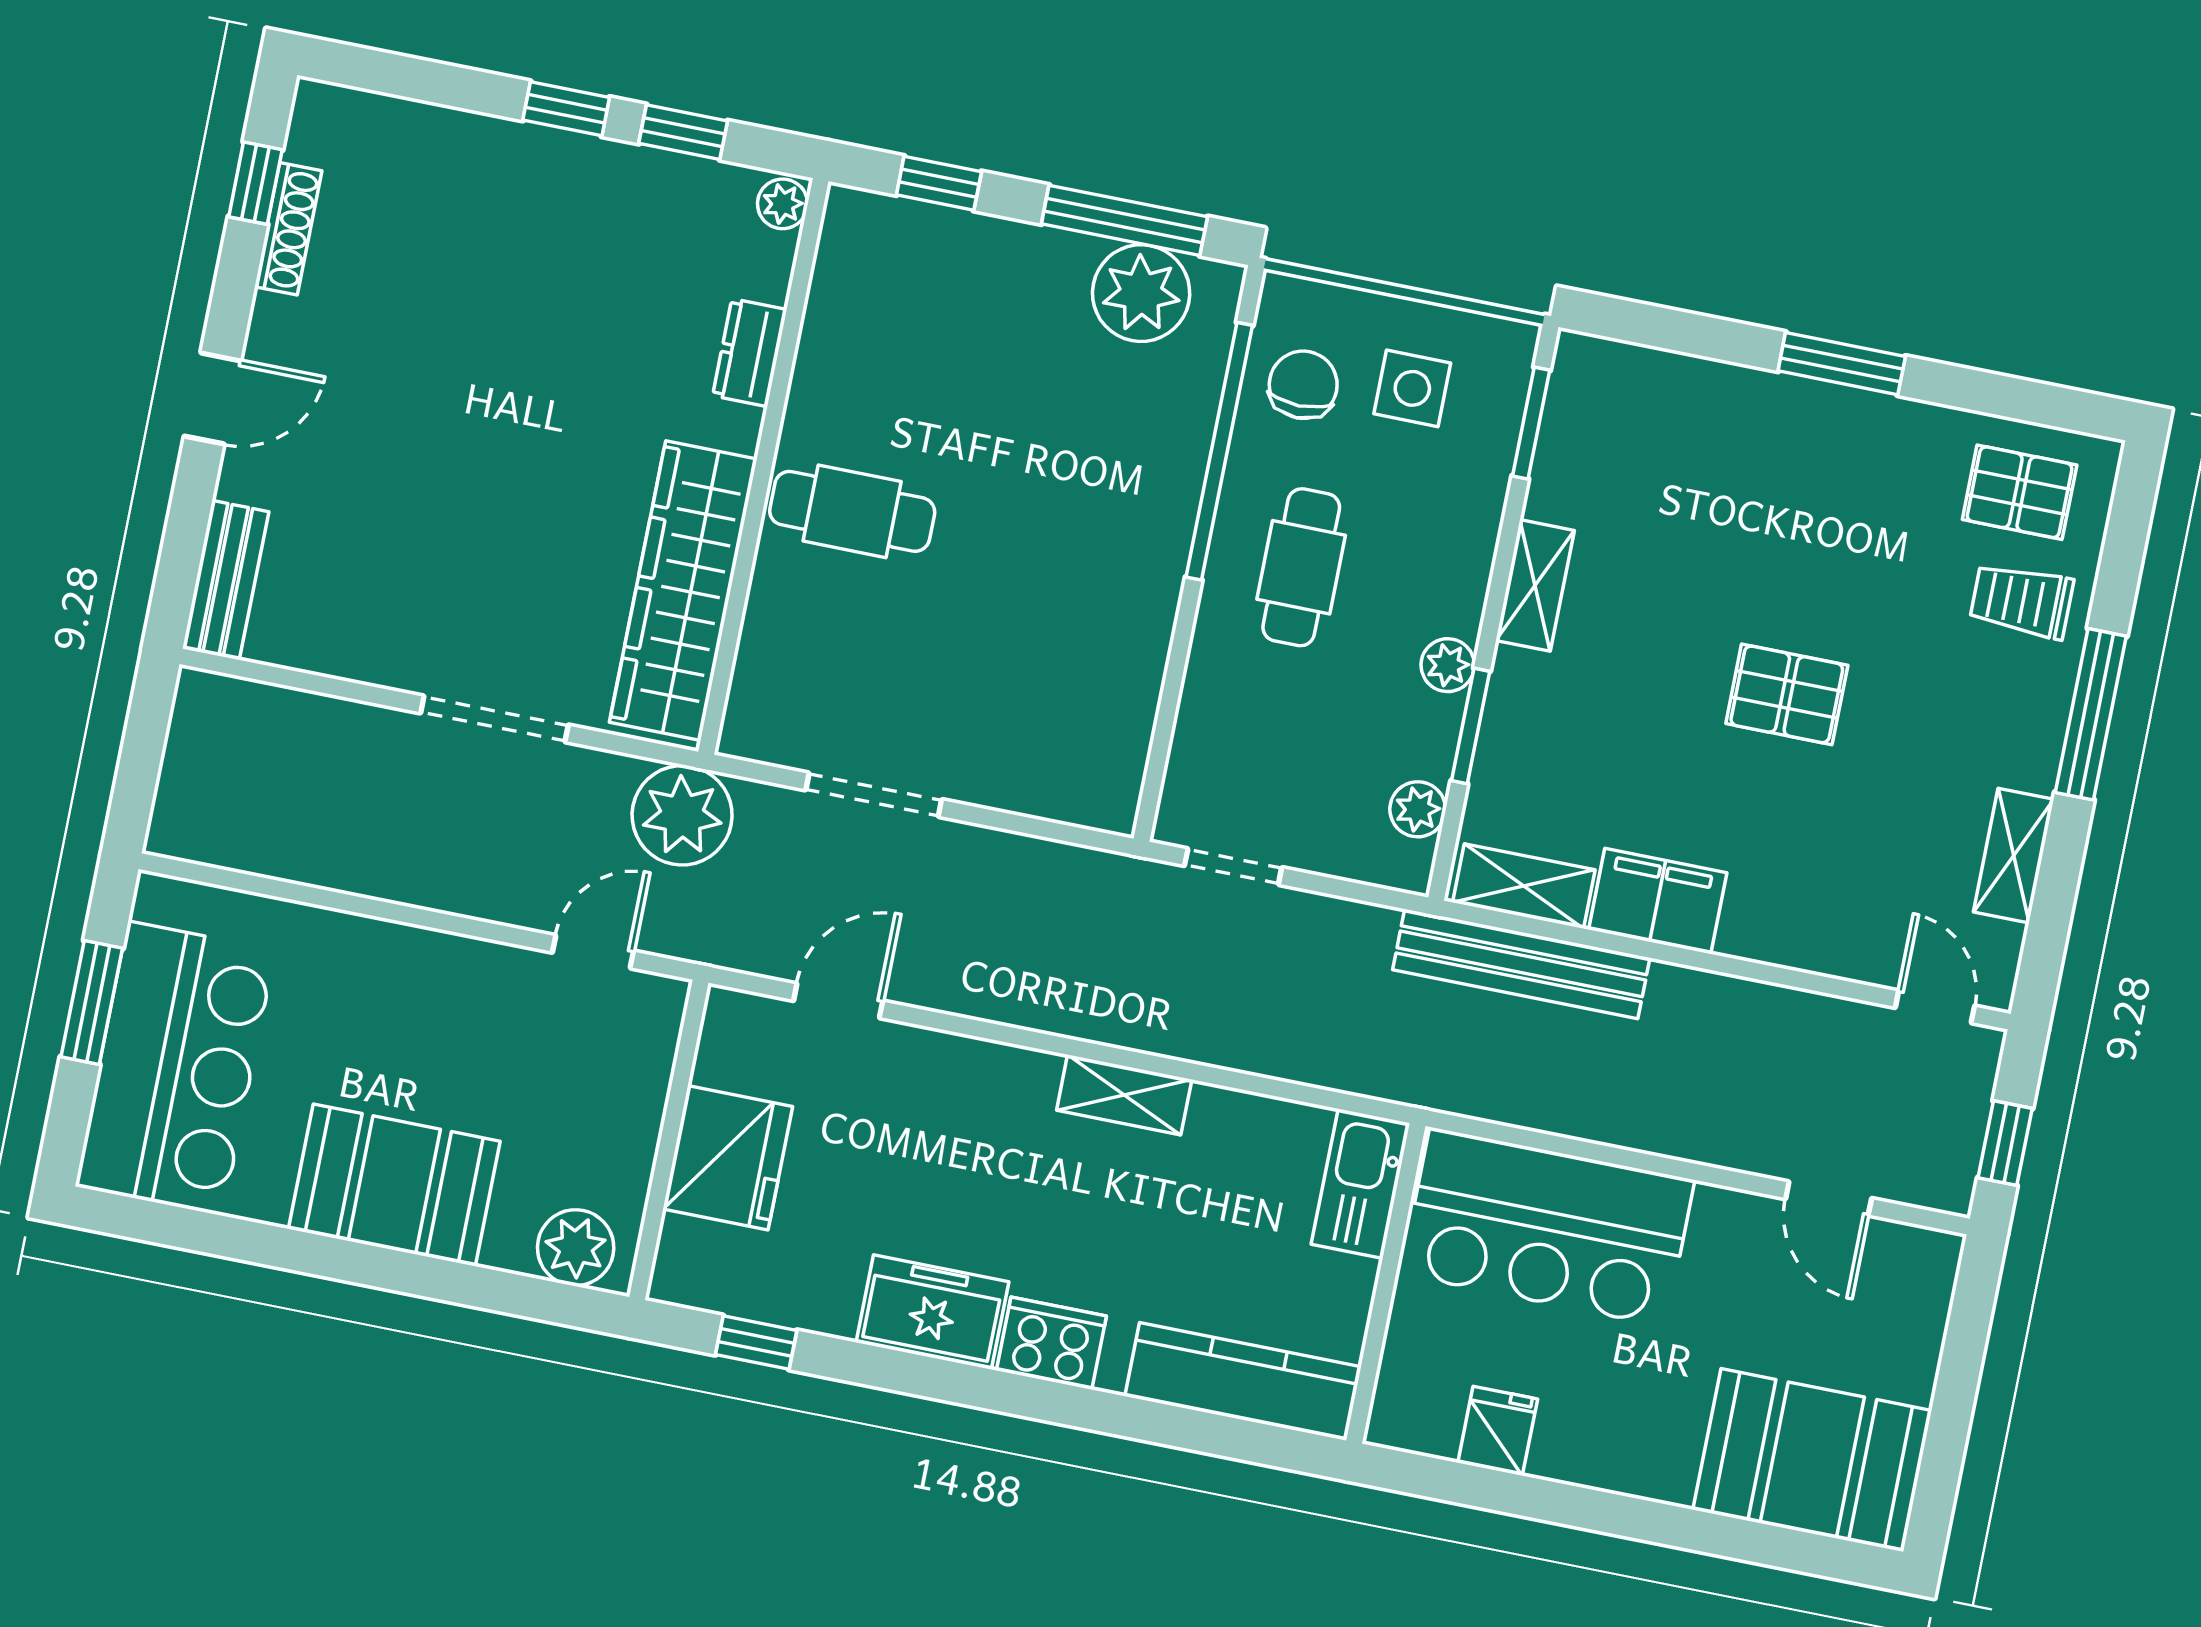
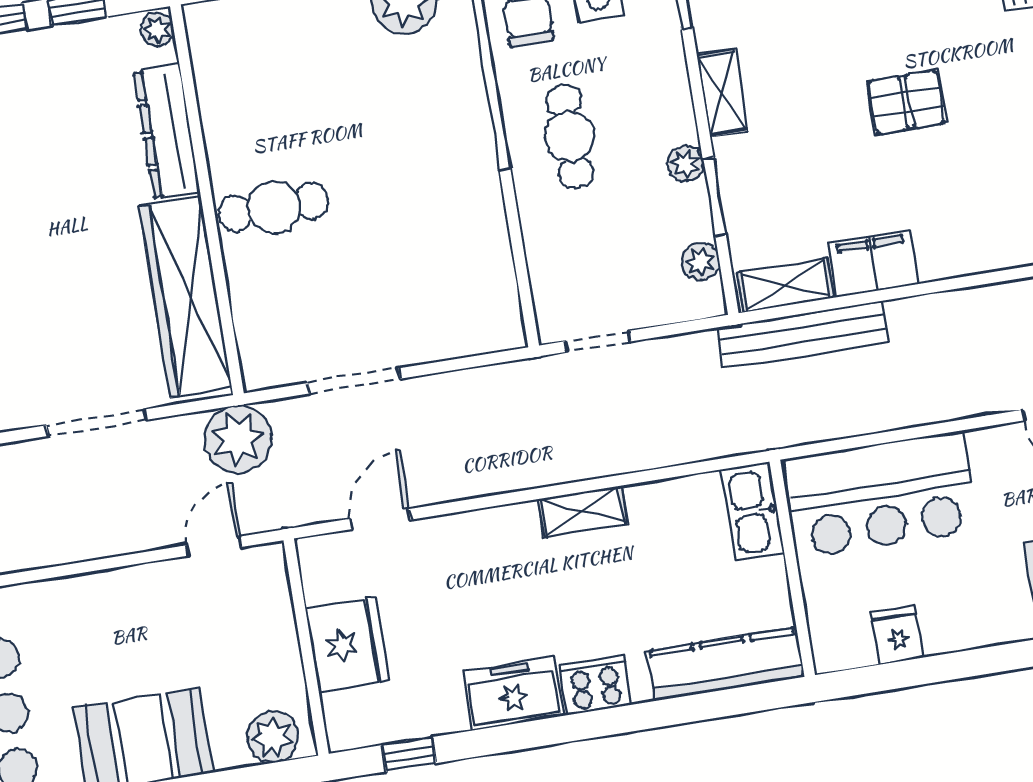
dresser: (750, 353) -> (167, 132), width x1.96, depth x1.24

